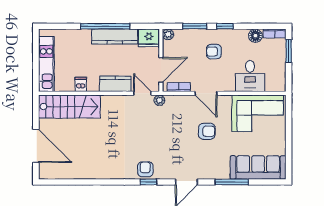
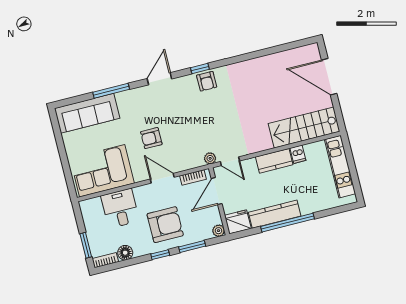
armchair: (214, 52) -> (165, 225), width x1.88, depth x1.88
kitchen counter: (115, 84) -> (274, 161), moved

